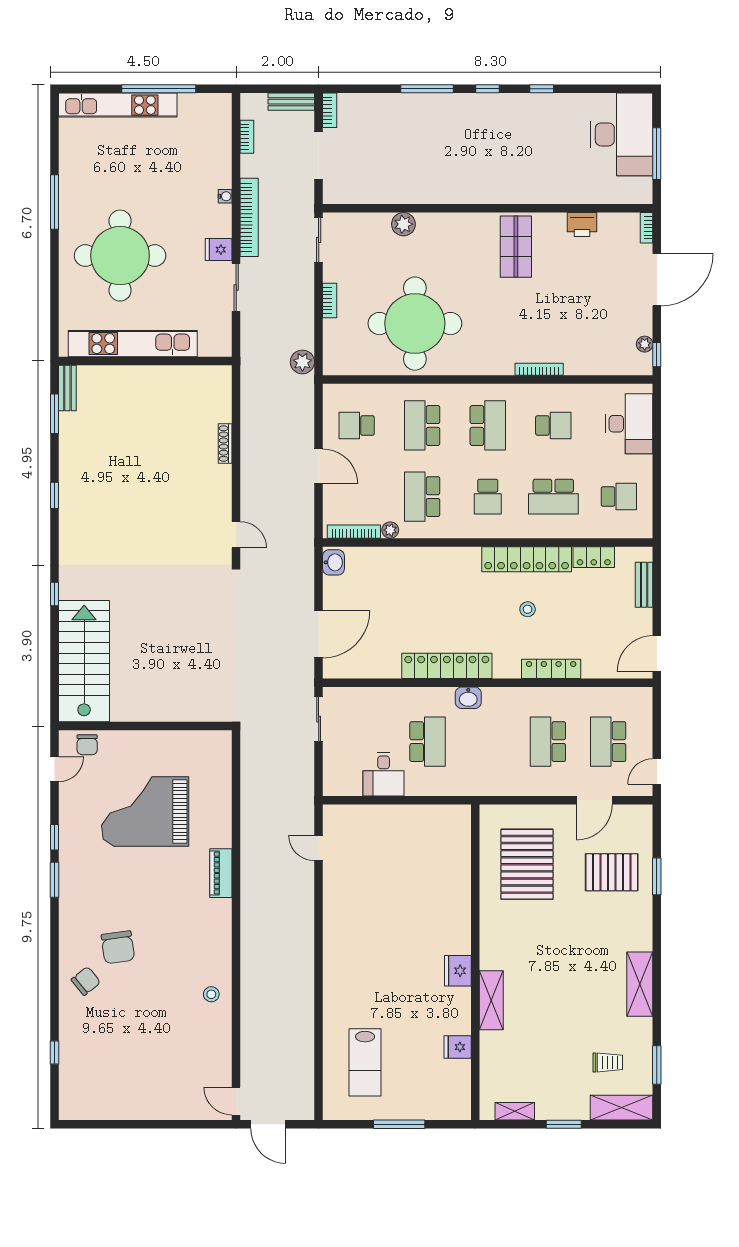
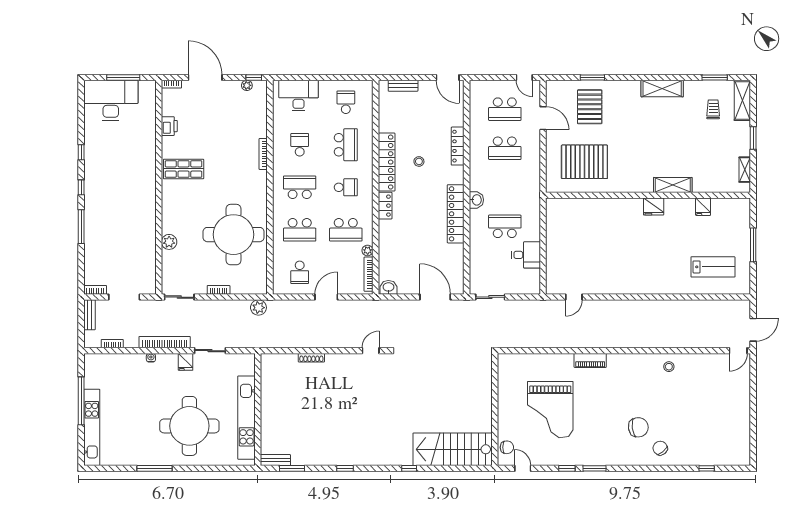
locker: (594, 557) -> (385, 206), moved

